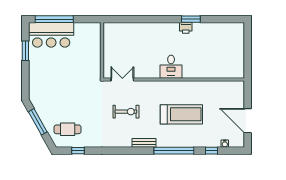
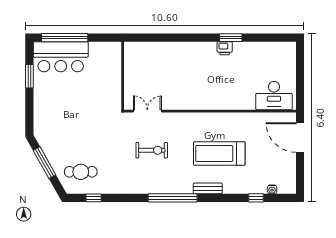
desk: (171, 67) -> (274, 96), moved, width x1.37
treadmill: (181, 114) -> (219, 154), turned 180
door: (248, 121) -> (300, 138), moved
bench: (144, 143) -> (208, 188), moved
window: (174, 151) -> (173, 198), moved

